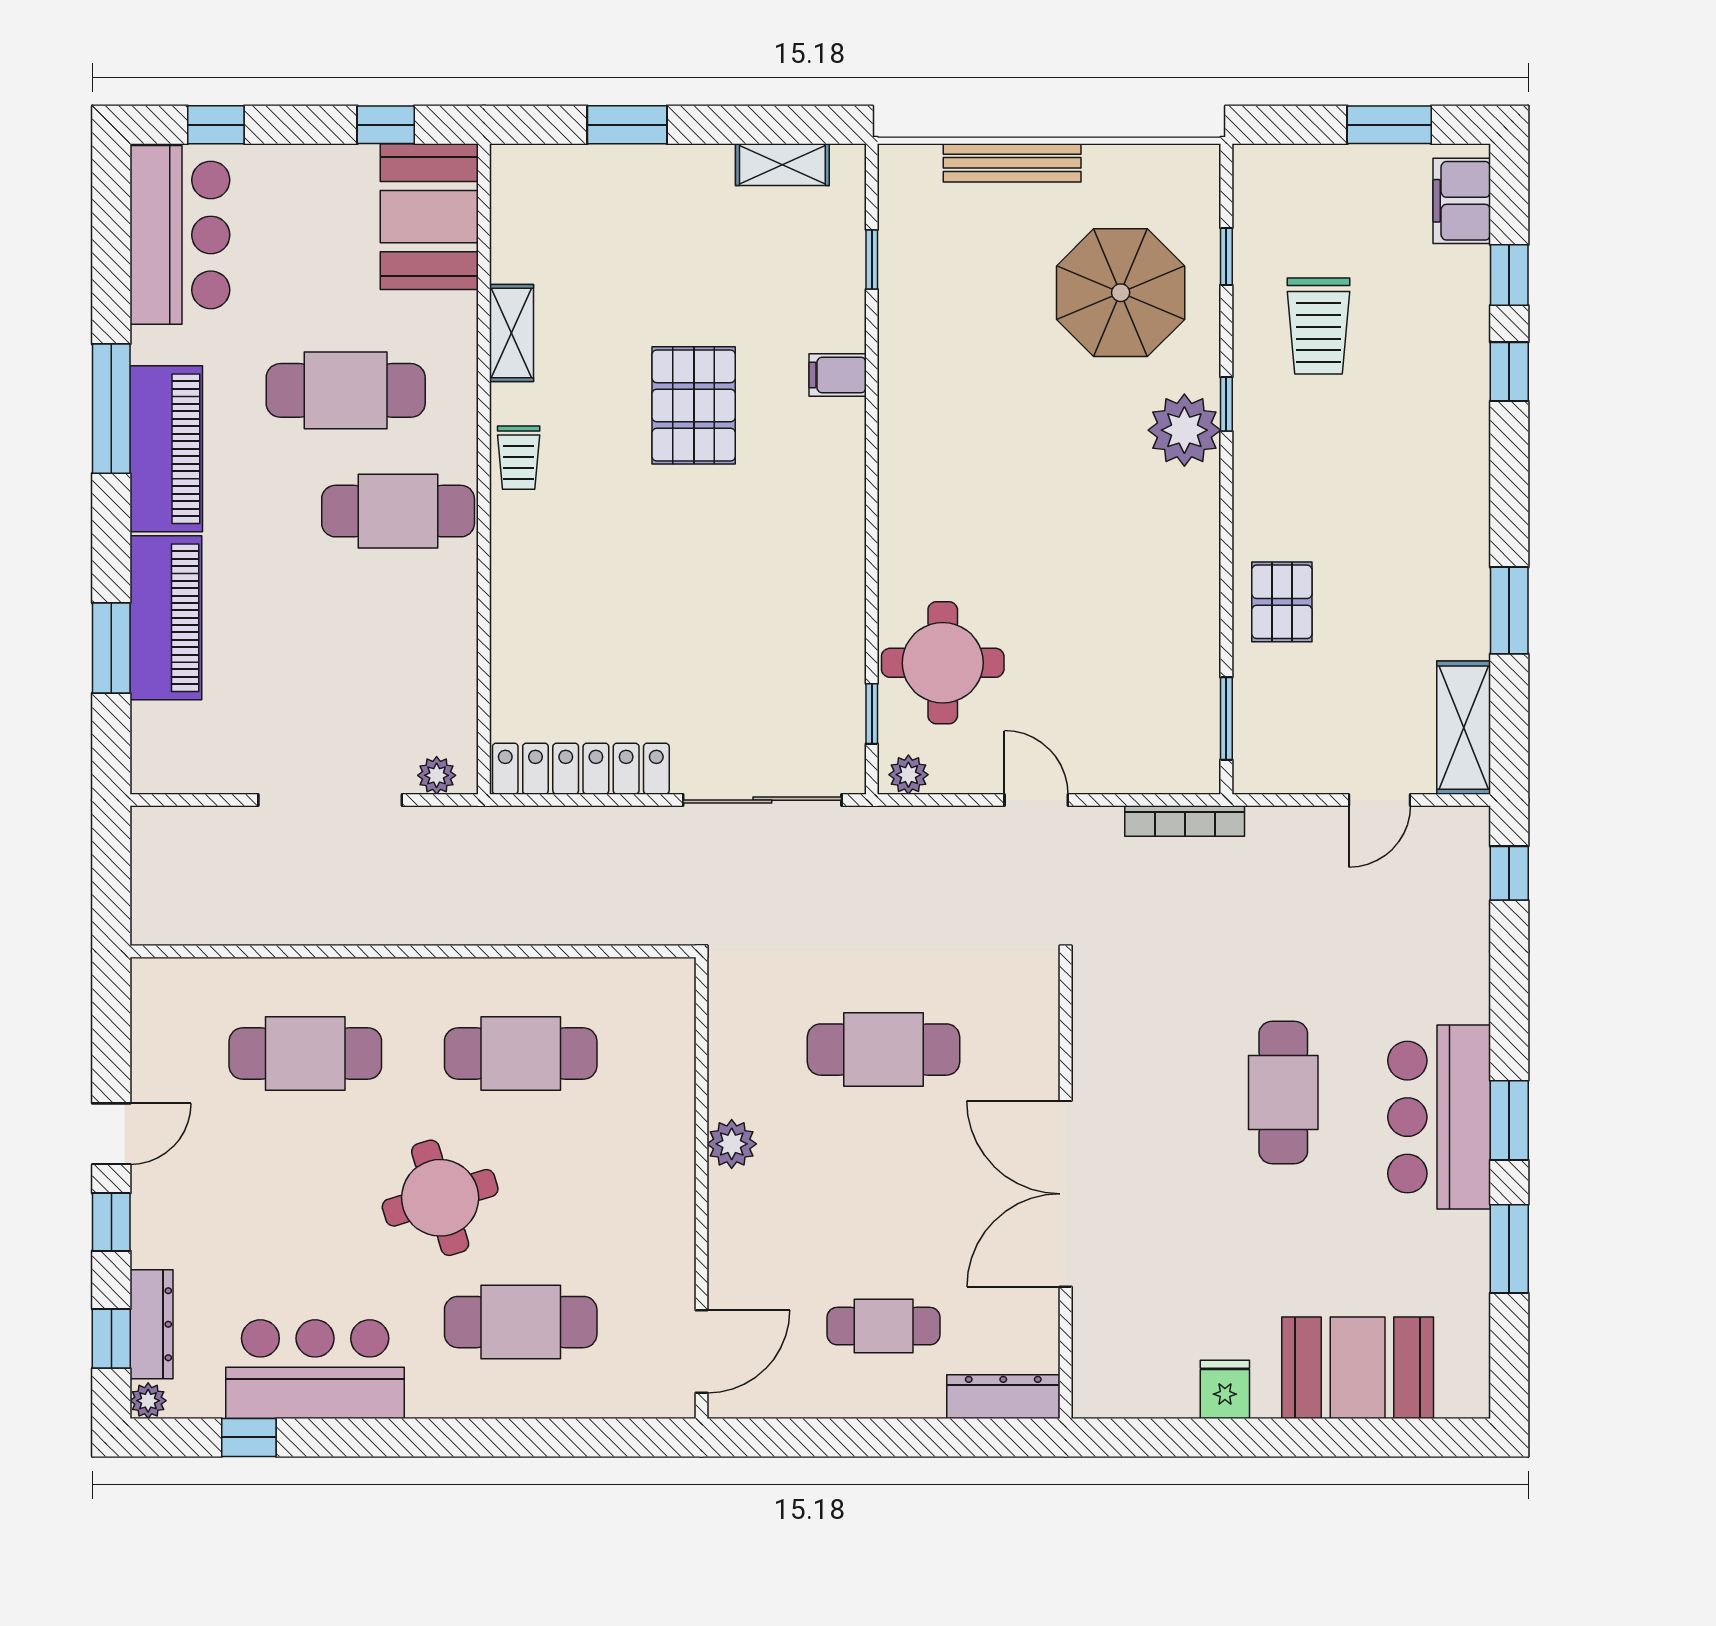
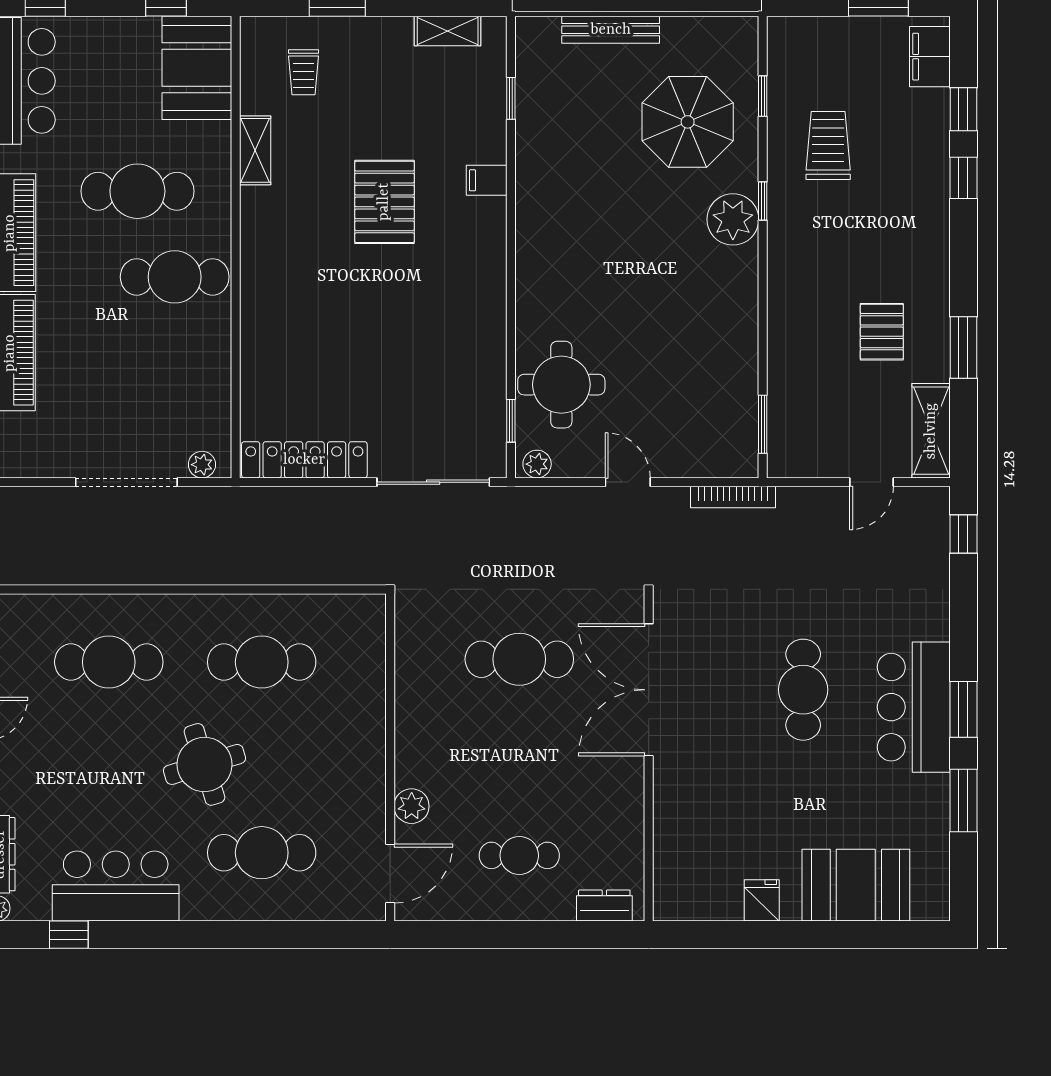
trolley: (1319, 326) -> (828, 145), turned 180
trolley: (519, 458) -> (304, 72), moved
pallet: (1282, 602) -> (882, 332), moved
plant: (732, 1144) -> (412, 806), moved
double door: (1066, 1194) -> (649, 690), moved
dresser: (1003, 1397) -> (604, 906), width x0.70

